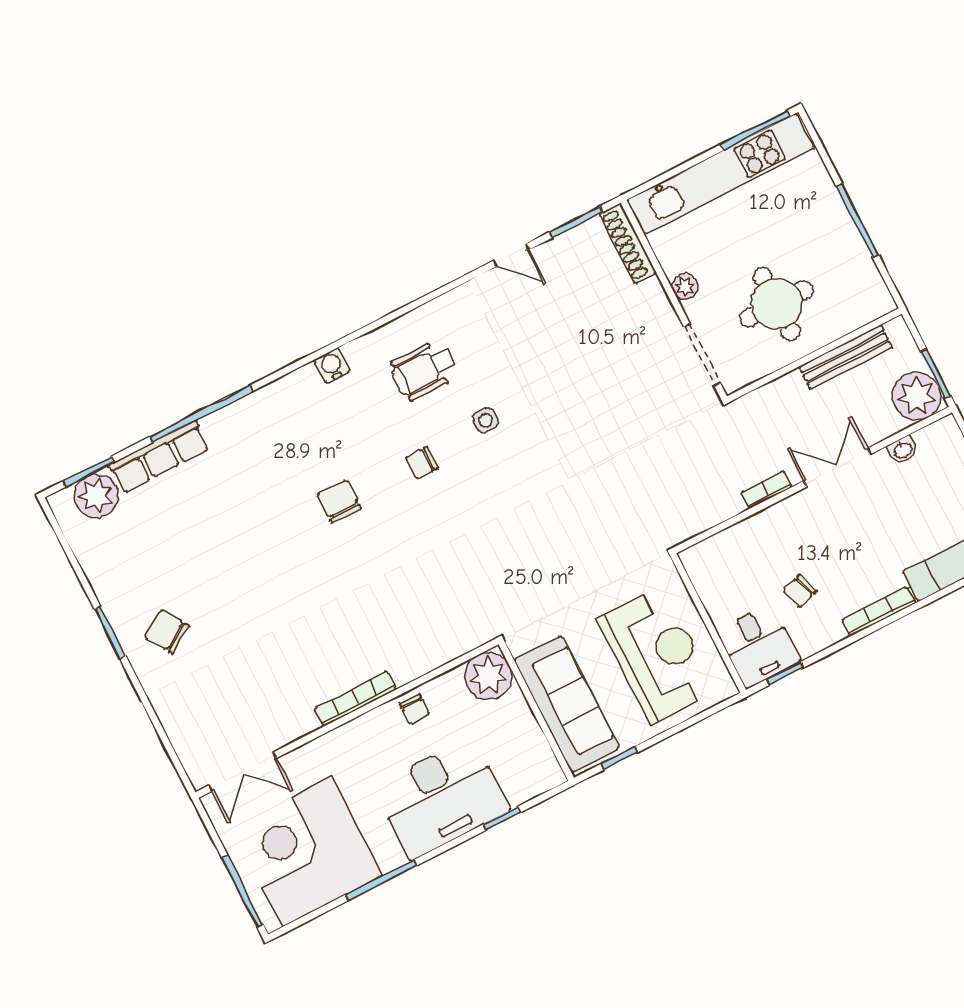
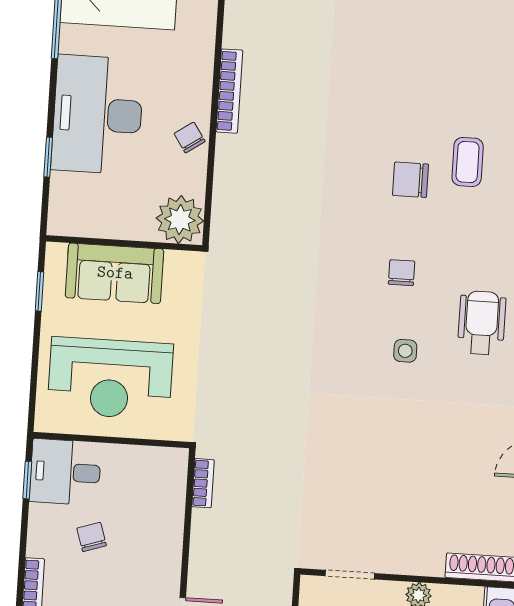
doorway: (702, 355) -> (350, 575), width x0.73
coffee table: (296, 463) -> (468, 162), added
bookcase: (767, 490) -> (203, 483), moved
chair: (339, 502) -> (411, 180), turned 180
sofa: (566, 704) -> (115, 273), width x0.73
chair: (414, 709) -> (190, 138), turned 56

